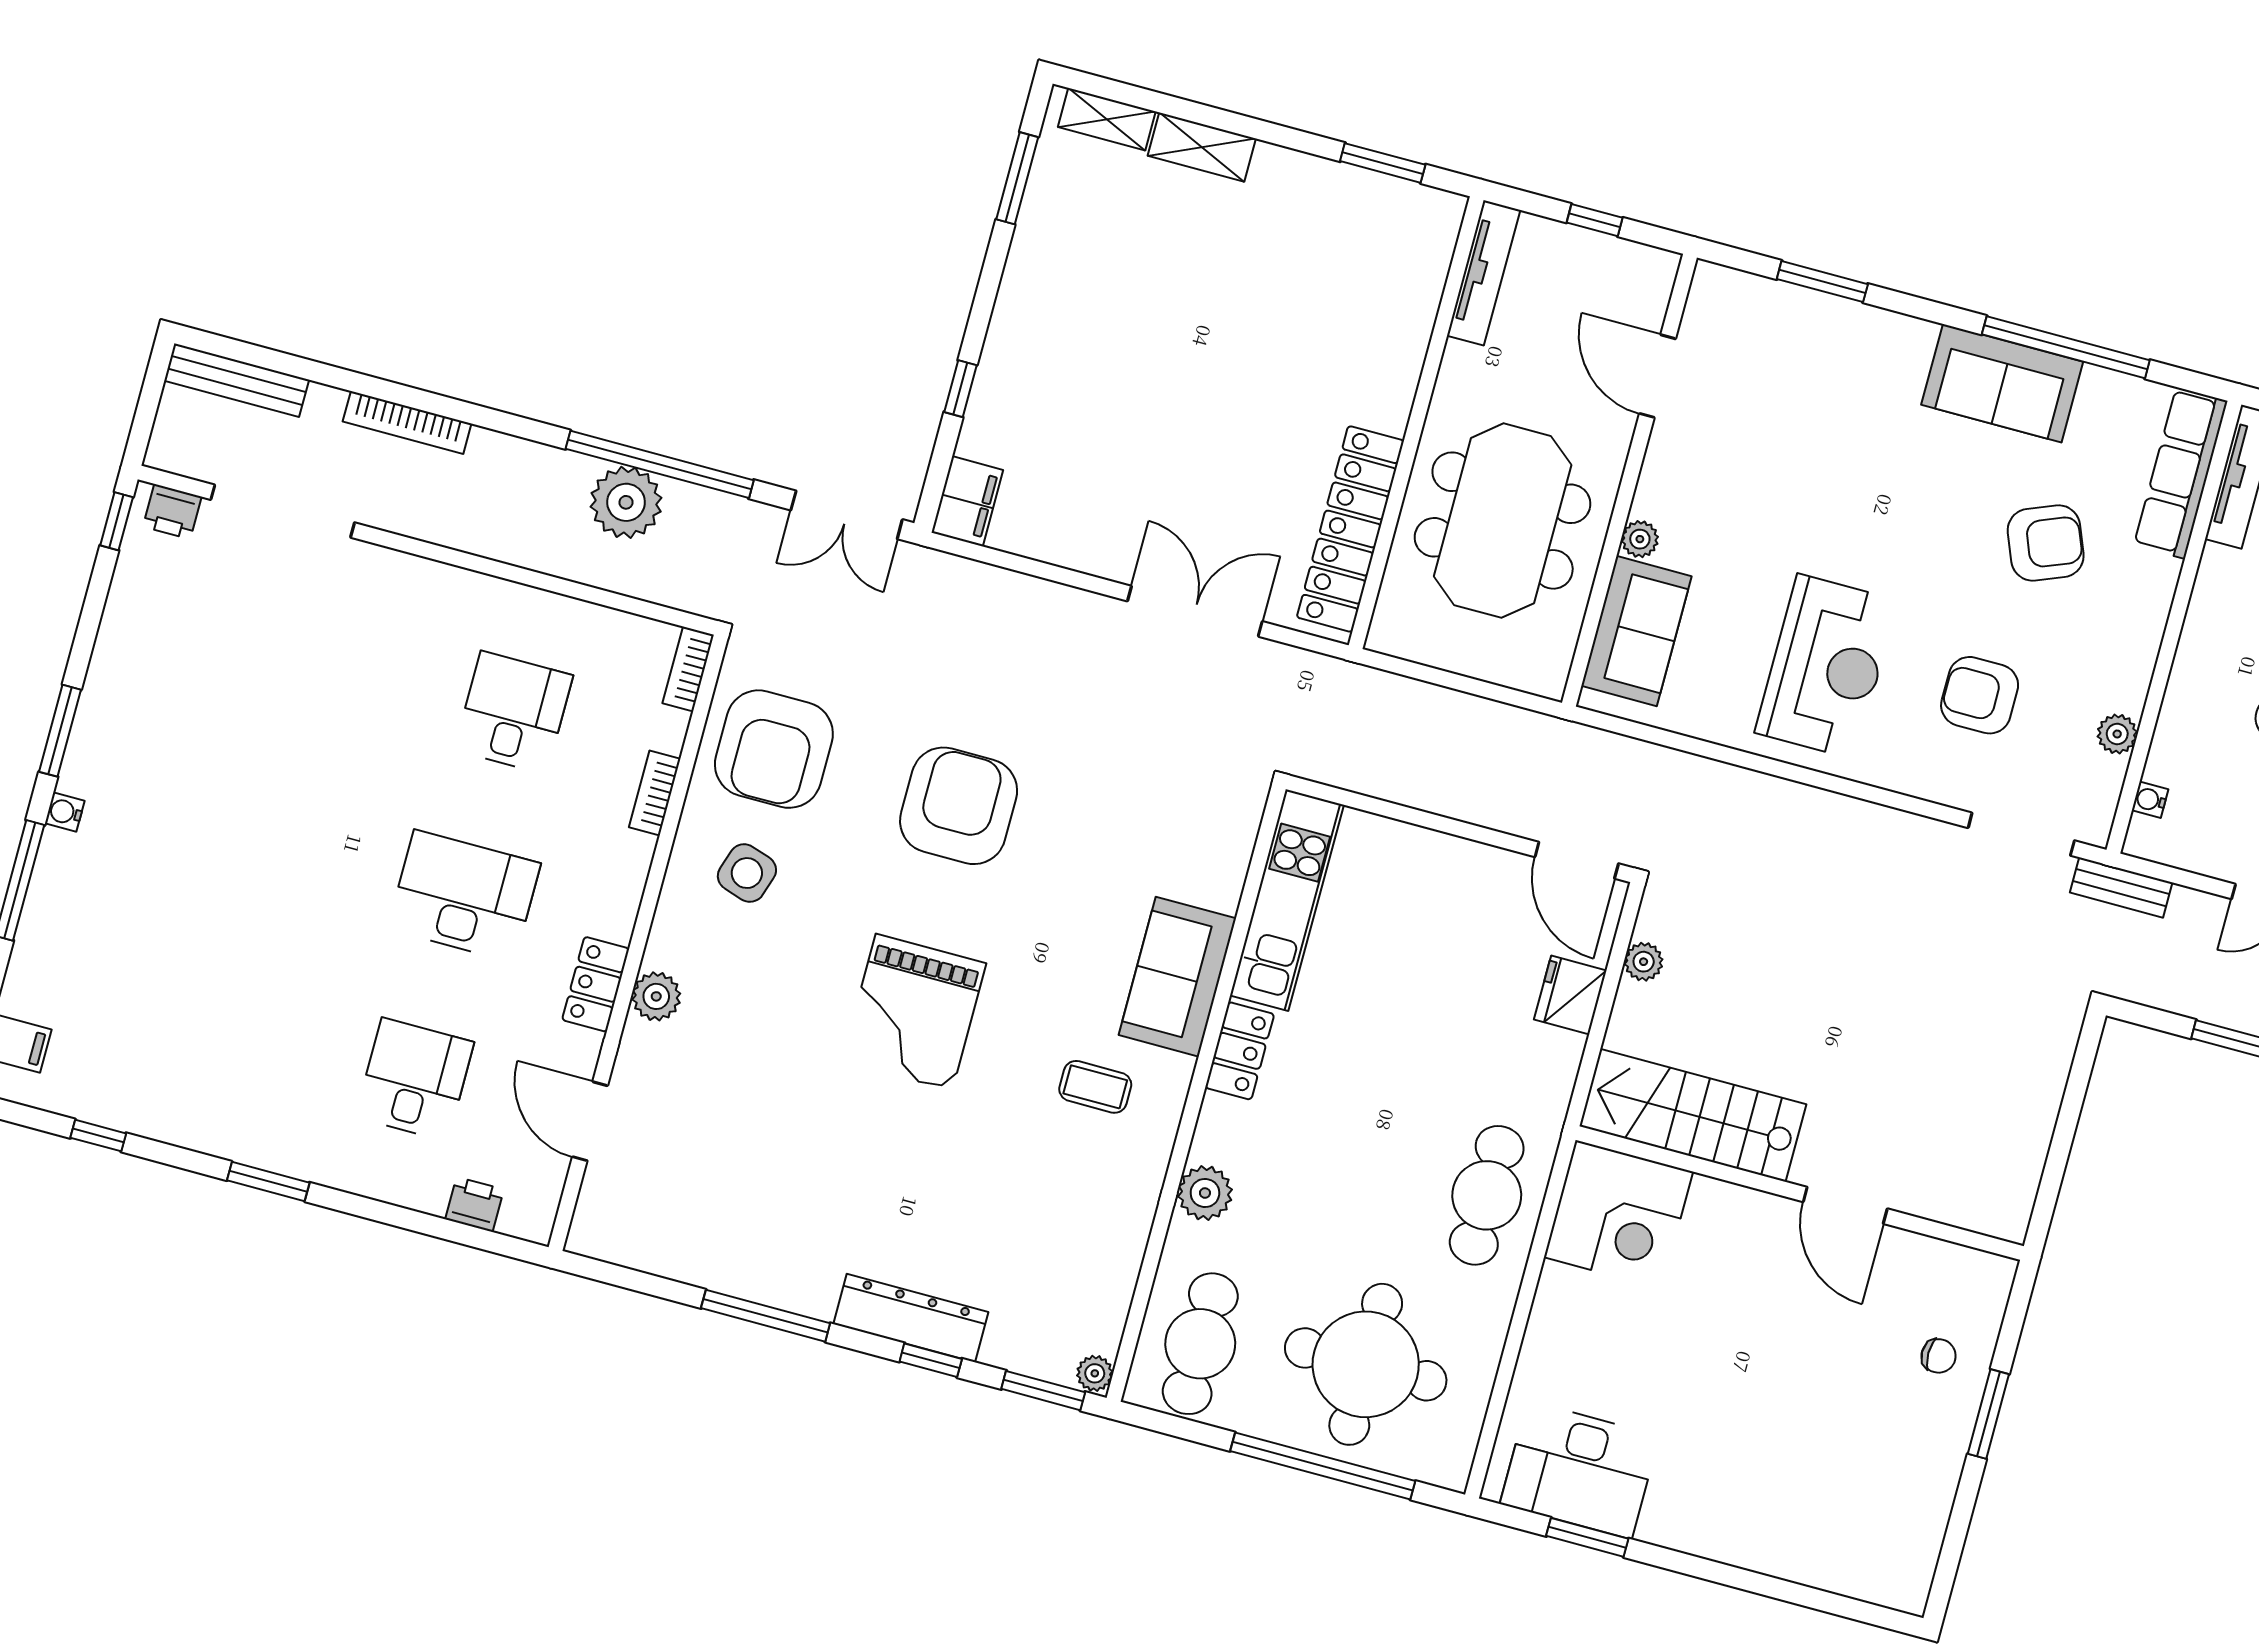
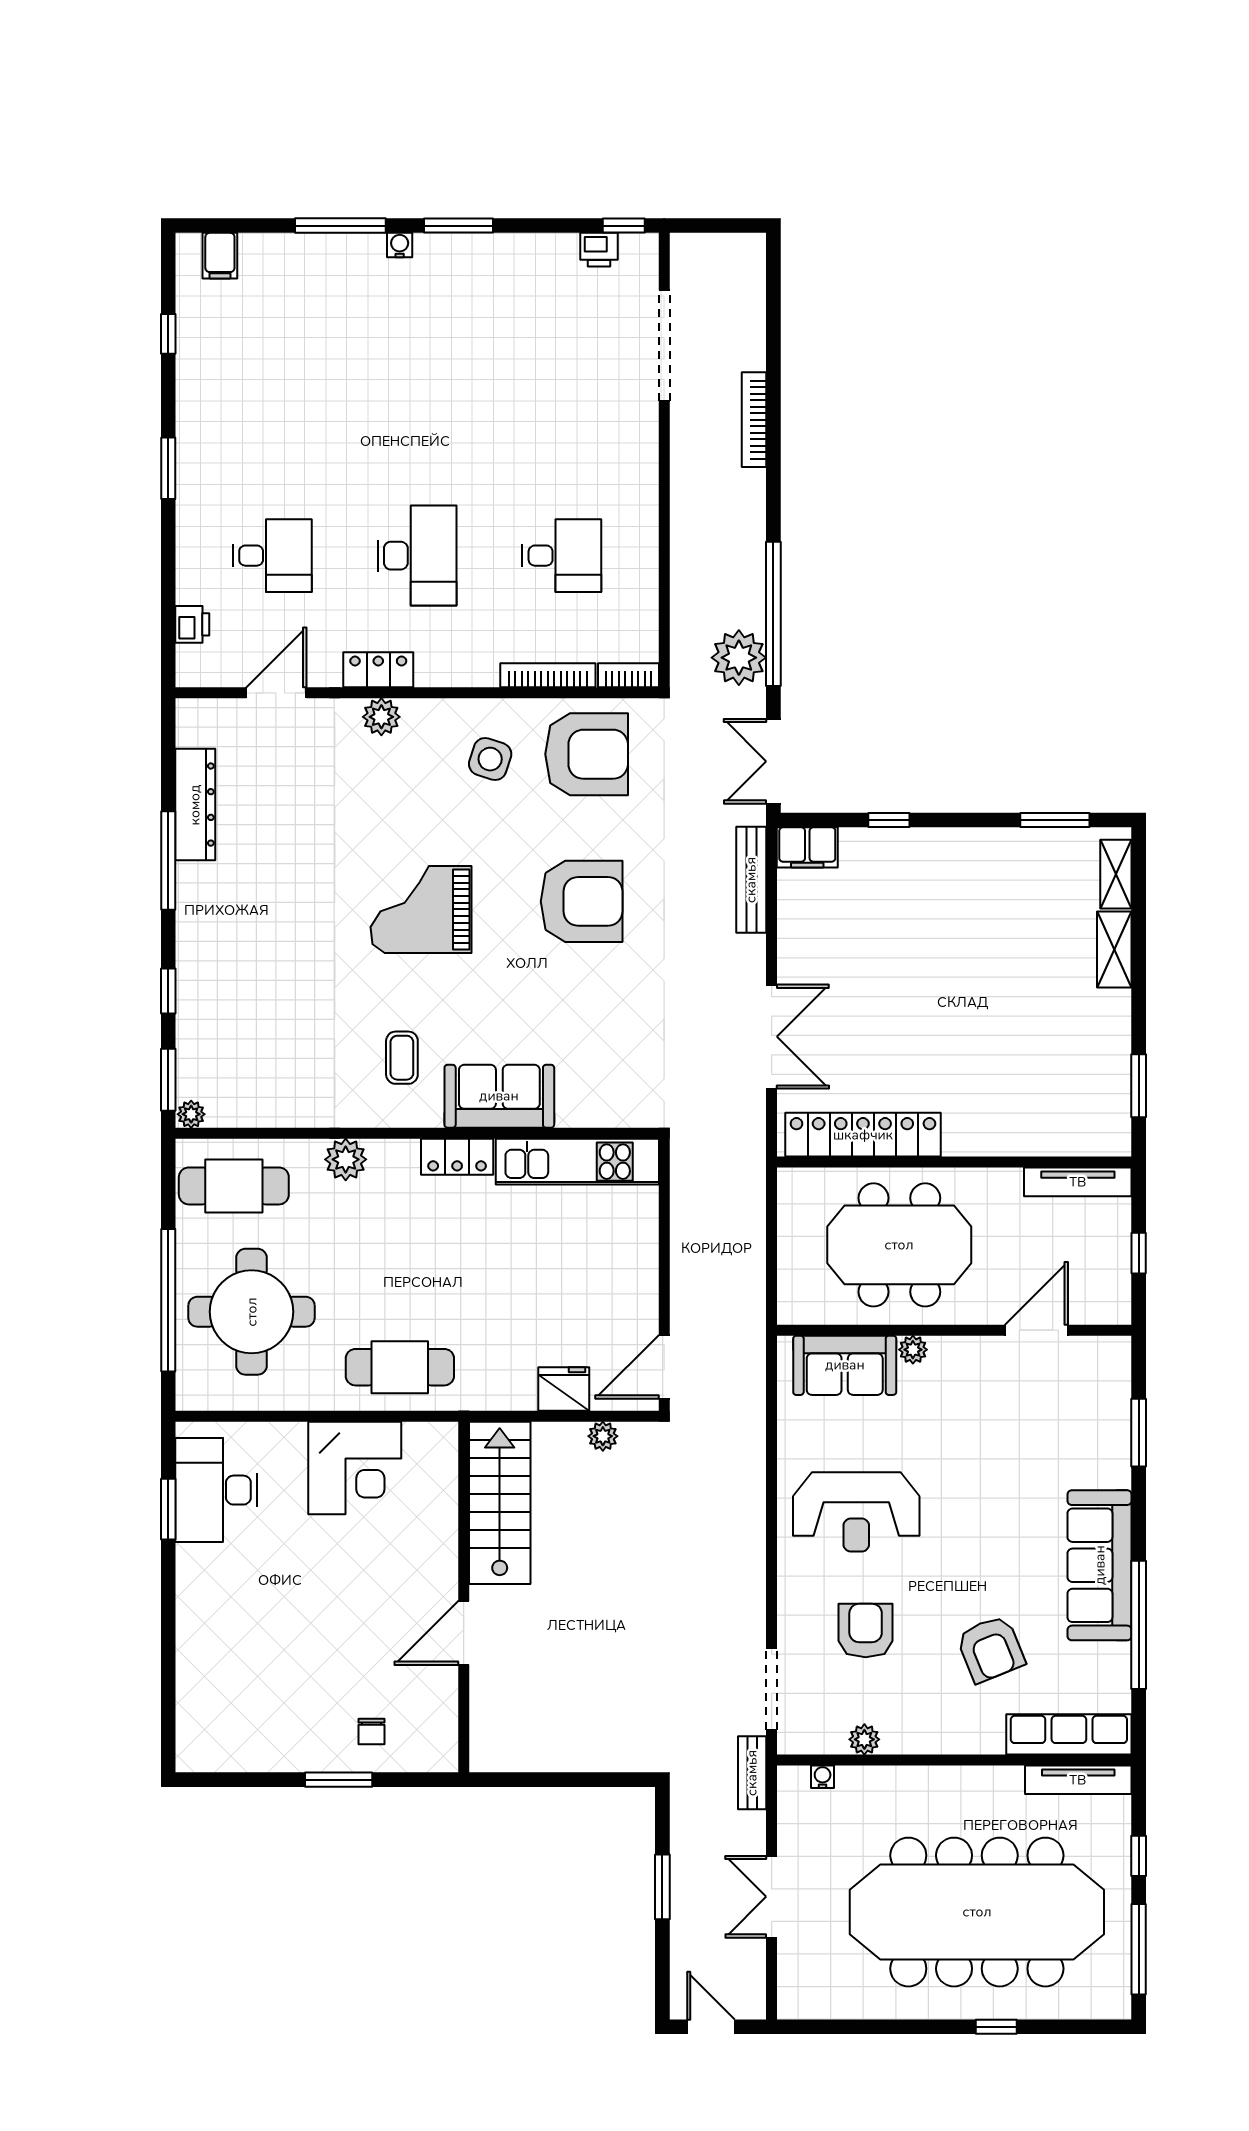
bench: (237, 380) -> (751, 880), moved
sofa: (2002, 383) -> (1100, 1565), width x1.36
plant: (626, 502) -> (739, 658), moved
printer: (172, 512) -> (599, 250), moved, turned -90
armchair: (774, 749) -> (587, 754), turned 180
bookcase: (655, 793) -> (548, 675), width x1.56
corner desk: (1618, 1215) -> (355, 1468), moved, turned -90
dresser: (911, 1318) -> (195, 805), moved

